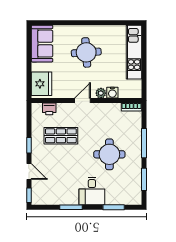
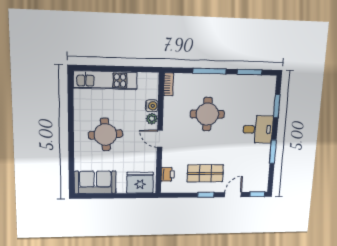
shop shelf: (61, 136) -> (205, 173), moved, turned 90
round table: (109, 154) -> (207, 114), moved

